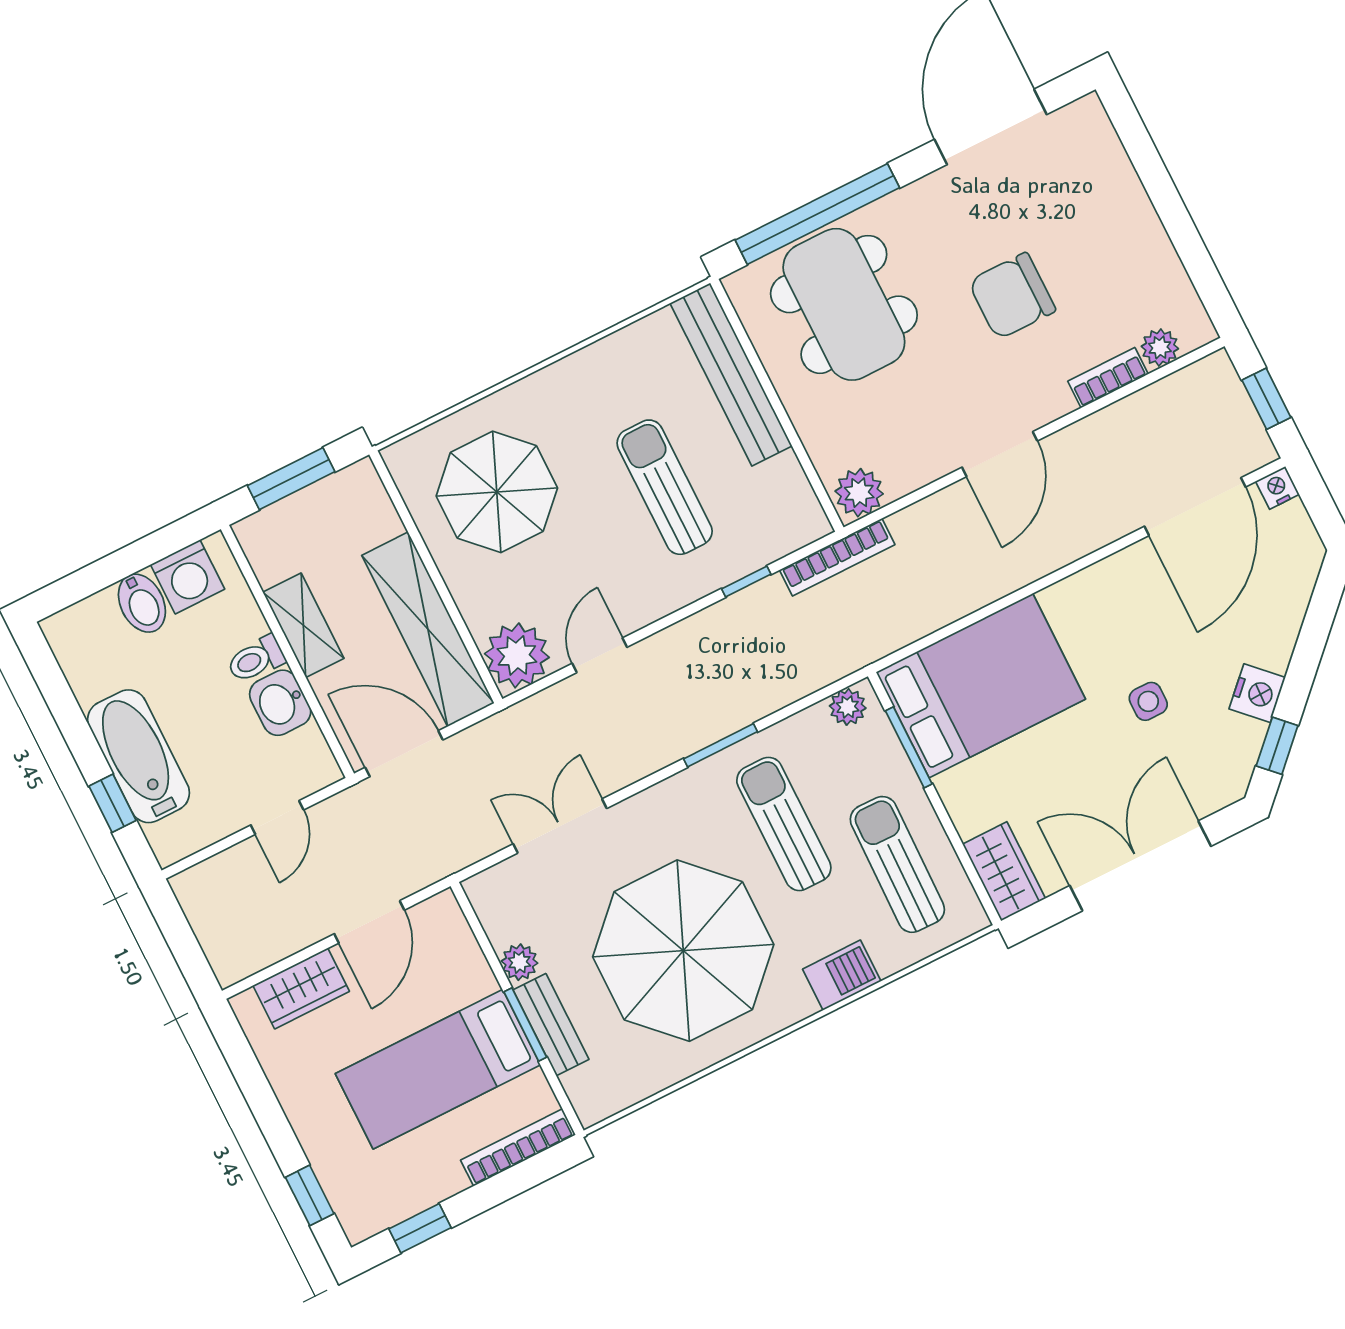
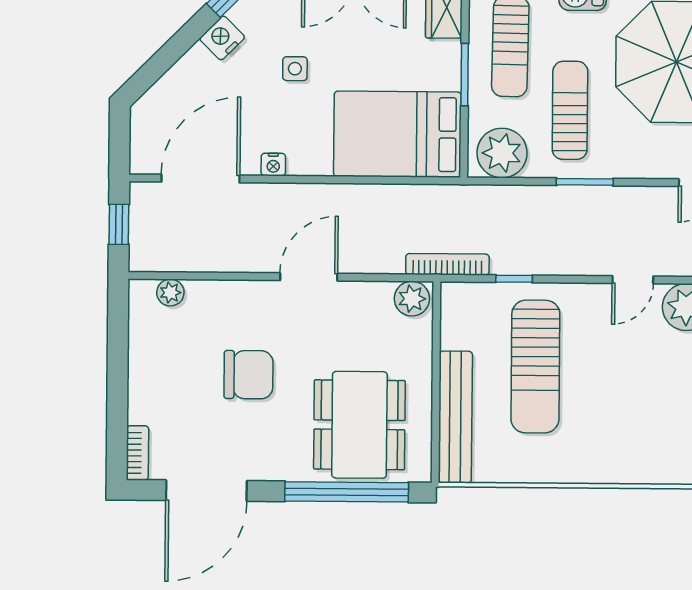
bookcase: (1108, 378) -> (137, 453), moved, turned -90
sun lounger: (665, 487) -> (535, 366), width x1.36, depth x1.34
nightstand: (1277, 488) -> (273, 165), moved
parasol: (497, 492) -> (645, 419), removed
plant: (848, 707) -> (502, 153), width x1.88, depth x1.88
window: (909, 747) -> (465, 75), moved
sun lounger: (784, 824) -> (570, 110), turned 180

